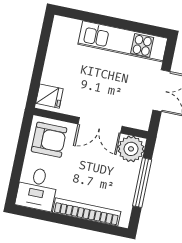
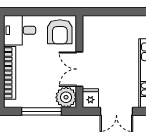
fridge: (49, 96) -> (90, 98), moved, turned 180

